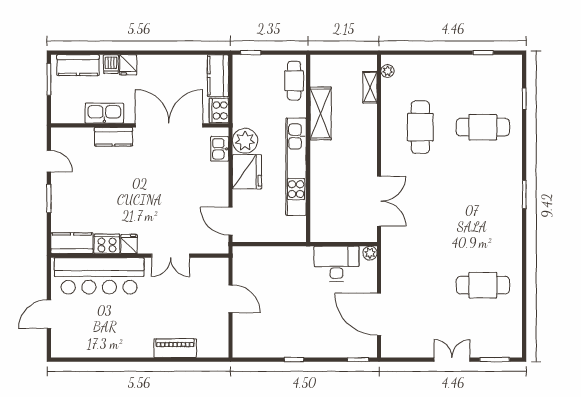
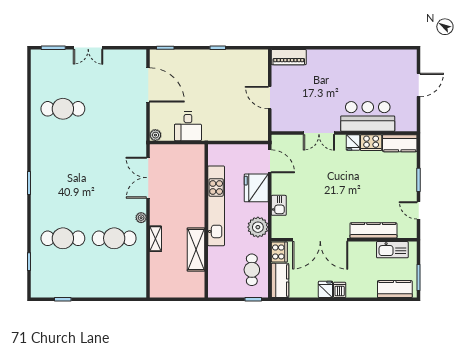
dishwasher: (111, 64) -> (340, 290), moved
fridge: (128, 65) -> (325, 289), moved
plant: (387, 71) -> (141, 218), moved
cafe table: (294, 81) -> (252, 270), moved
shelving: (370, 87) -> (155, 239), moved
kitchen sink: (104, 113) -> (392, 250), moved
cafe table: (420, 127) -> (114, 238), turned 90
kitchen counter: (113, 137) -> (373, 230), width x1.50
kitchen sink: (220, 149) -> (279, 205), moved
fridge: (247, 172) -> (256, 188), moved
double door: (171, 256) -> (319, 133), swing flipped
desk: (336, 264) -> (188, 126), width x0.73
bar counter: (99, 276) -> (368, 116), width x0.73
piano: (175, 348) -> (289, 57), moved

